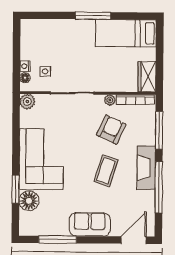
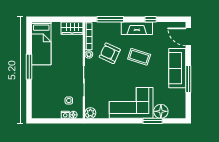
window: (159, 187) -> (151, 19), width x0.32
sofa: (90, 224) -> (177, 68), width x1.36
window: (58, 240) -> (188, 79), moved

